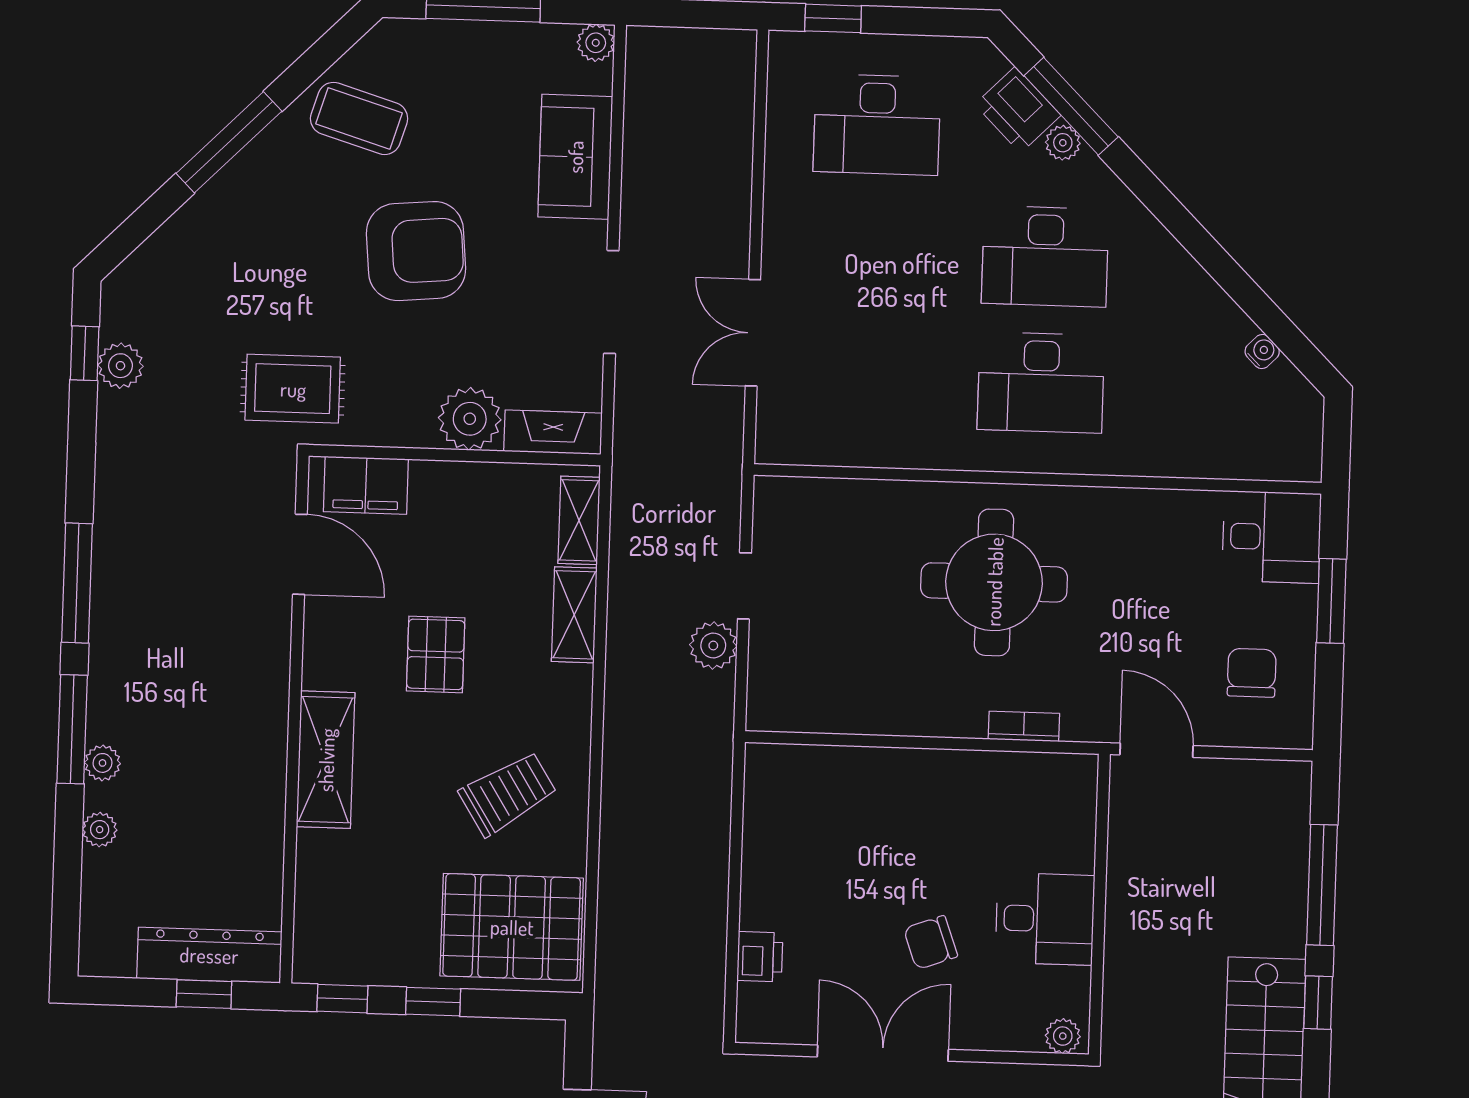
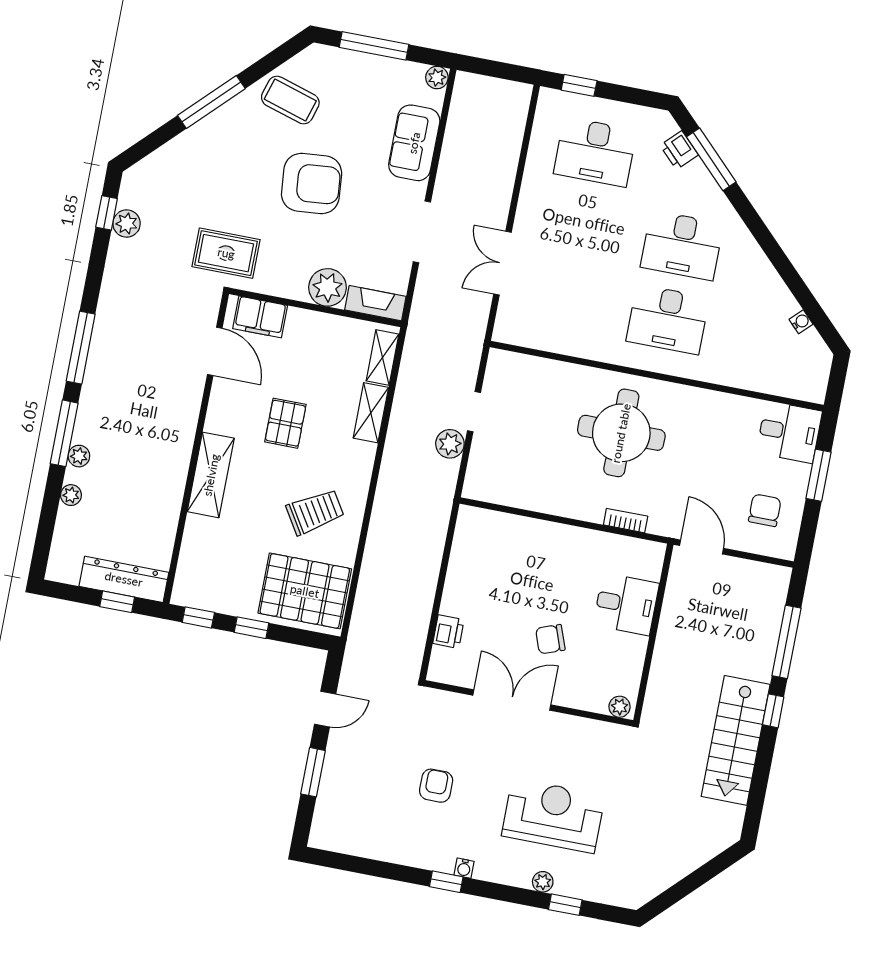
printer: (1018, 110) -> (679, 150), width x0.73, depth x0.81
plant: (1063, 143) -> (703, 180), removed
desk: (1045, 919) -> (626, 604), moved

